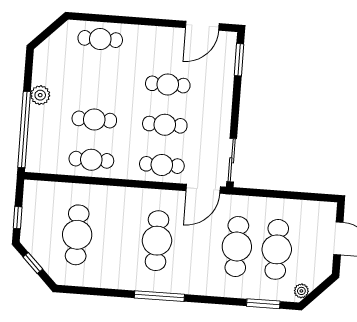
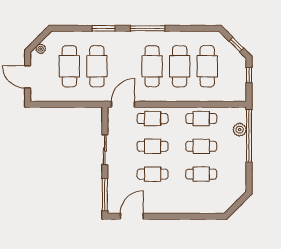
cafe table: (100, 39) -> (201, 174), moved
window: (239, 60) -> (105, 195), width x1.44
plant: (40, 95) -> (240, 130), moved
sliding door: (232, 160) -> (105, 150), moved
cafe table: (117, 238) -> (180, 66), added
plant: (301, 291) -> (41, 49), moved
window: (263, 304) -> (104, 28), moved

